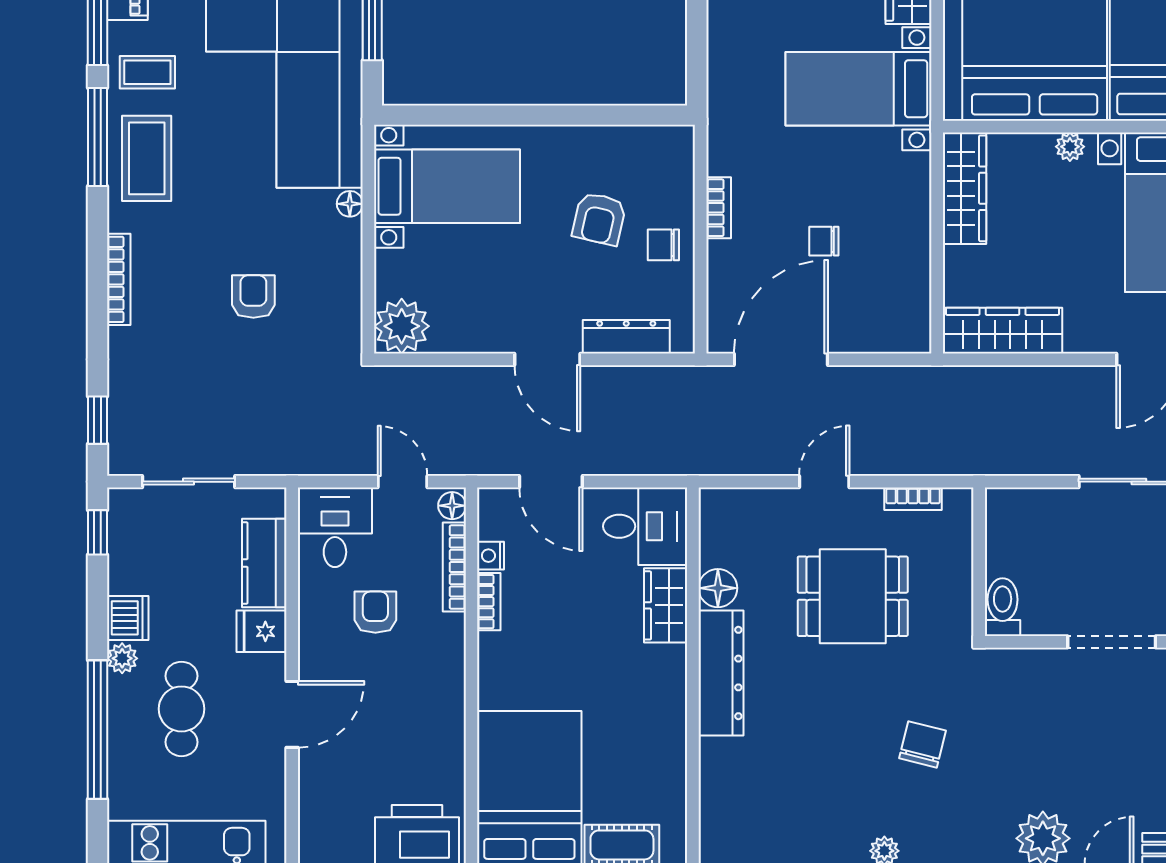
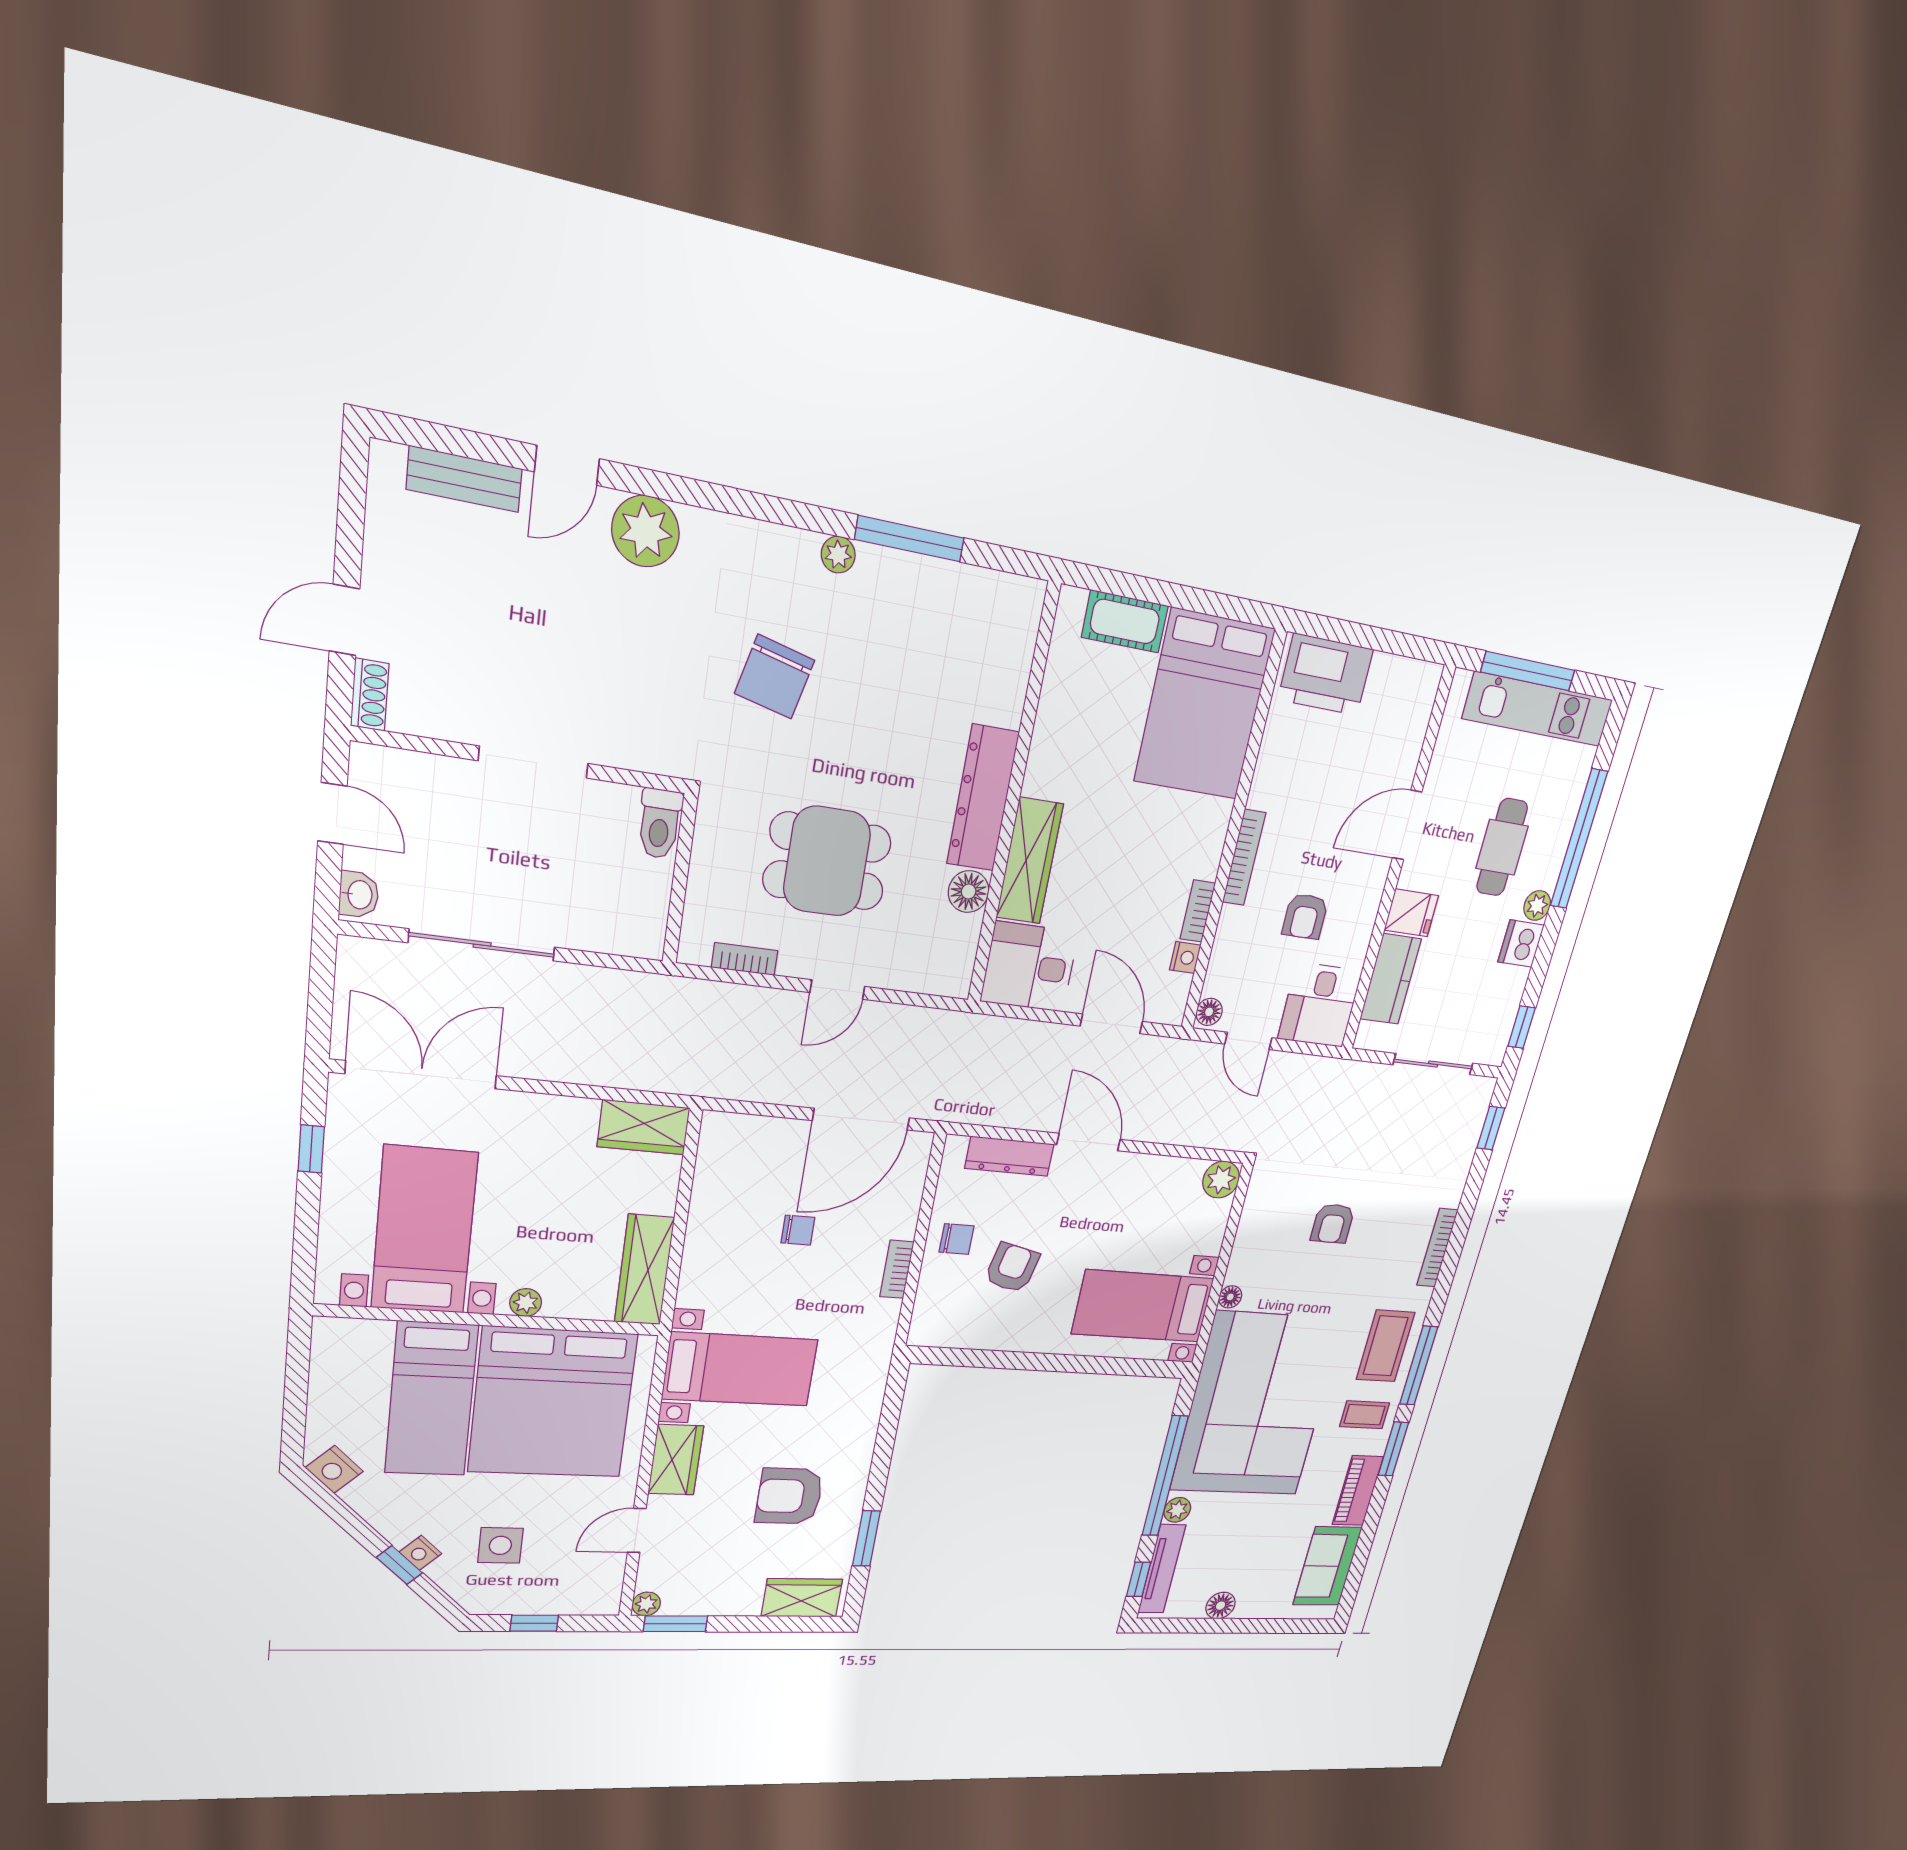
plant: (402, 326) -> (1221, 1180), width x0.73, depth x0.73
wardrobe: (1002, 331) -> (644, 1127), width x0.67
bookcase: (454, 567) -> (1244, 858), moved
wardrobe: (666, 605) -> (1030, 861), width x1.50
chair: (922, 744) -> (775, 677), width x1.37, depth x1.37

